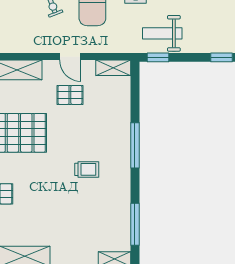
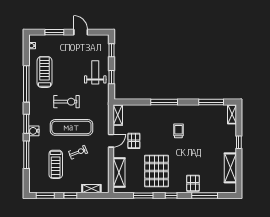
weight bench: (162, 33) -> (95, 72), moved, turned 180
window: (158, 57) -> (111, 77), moved

